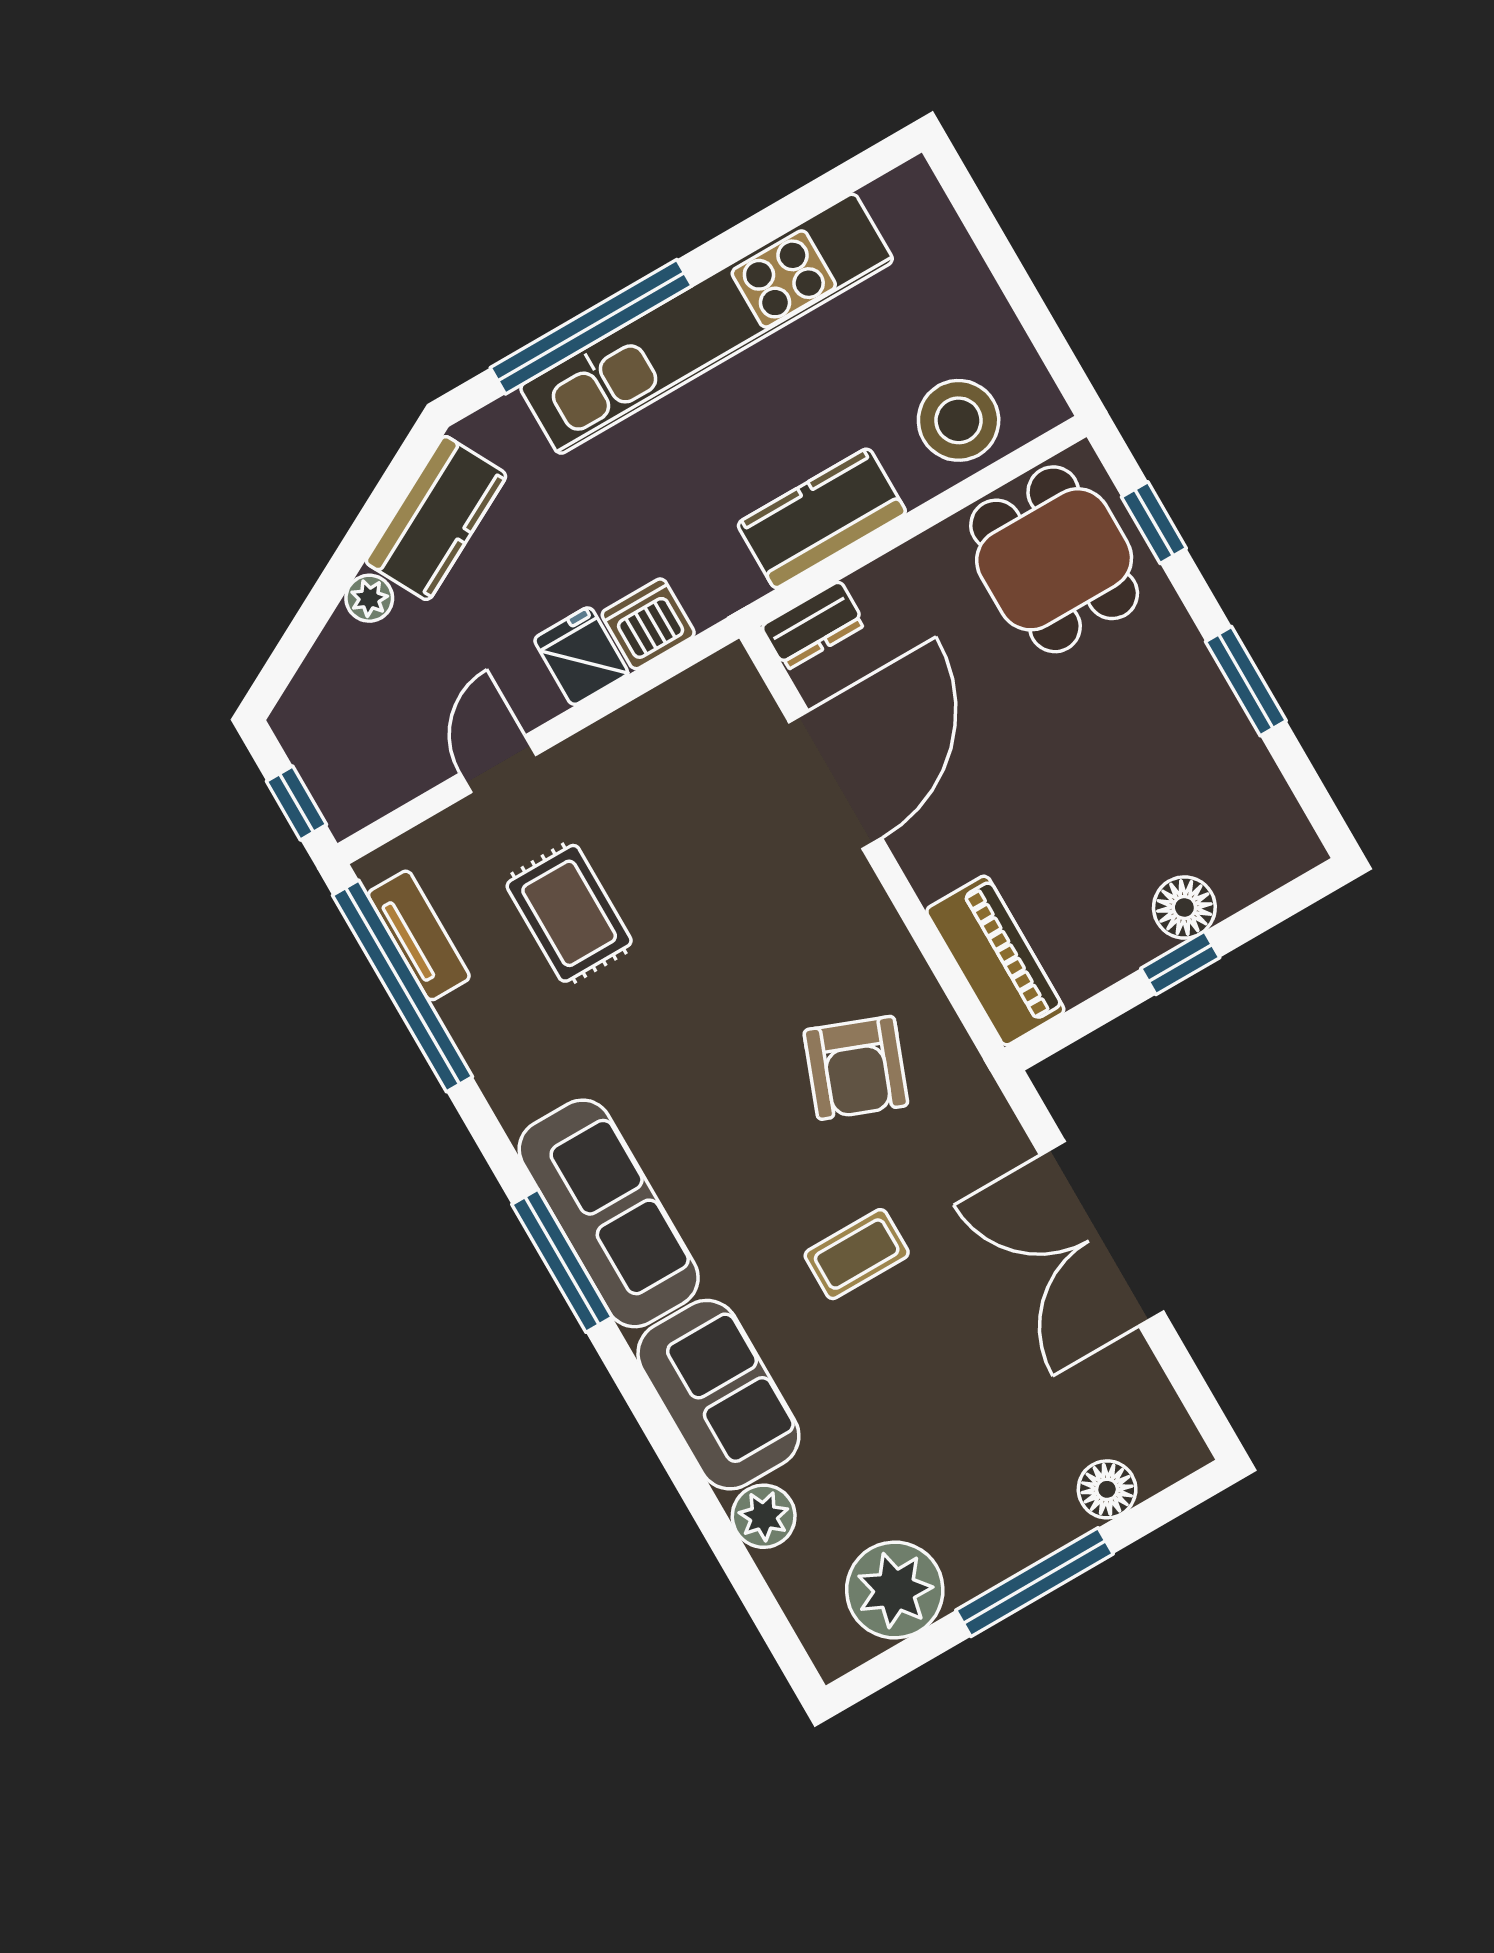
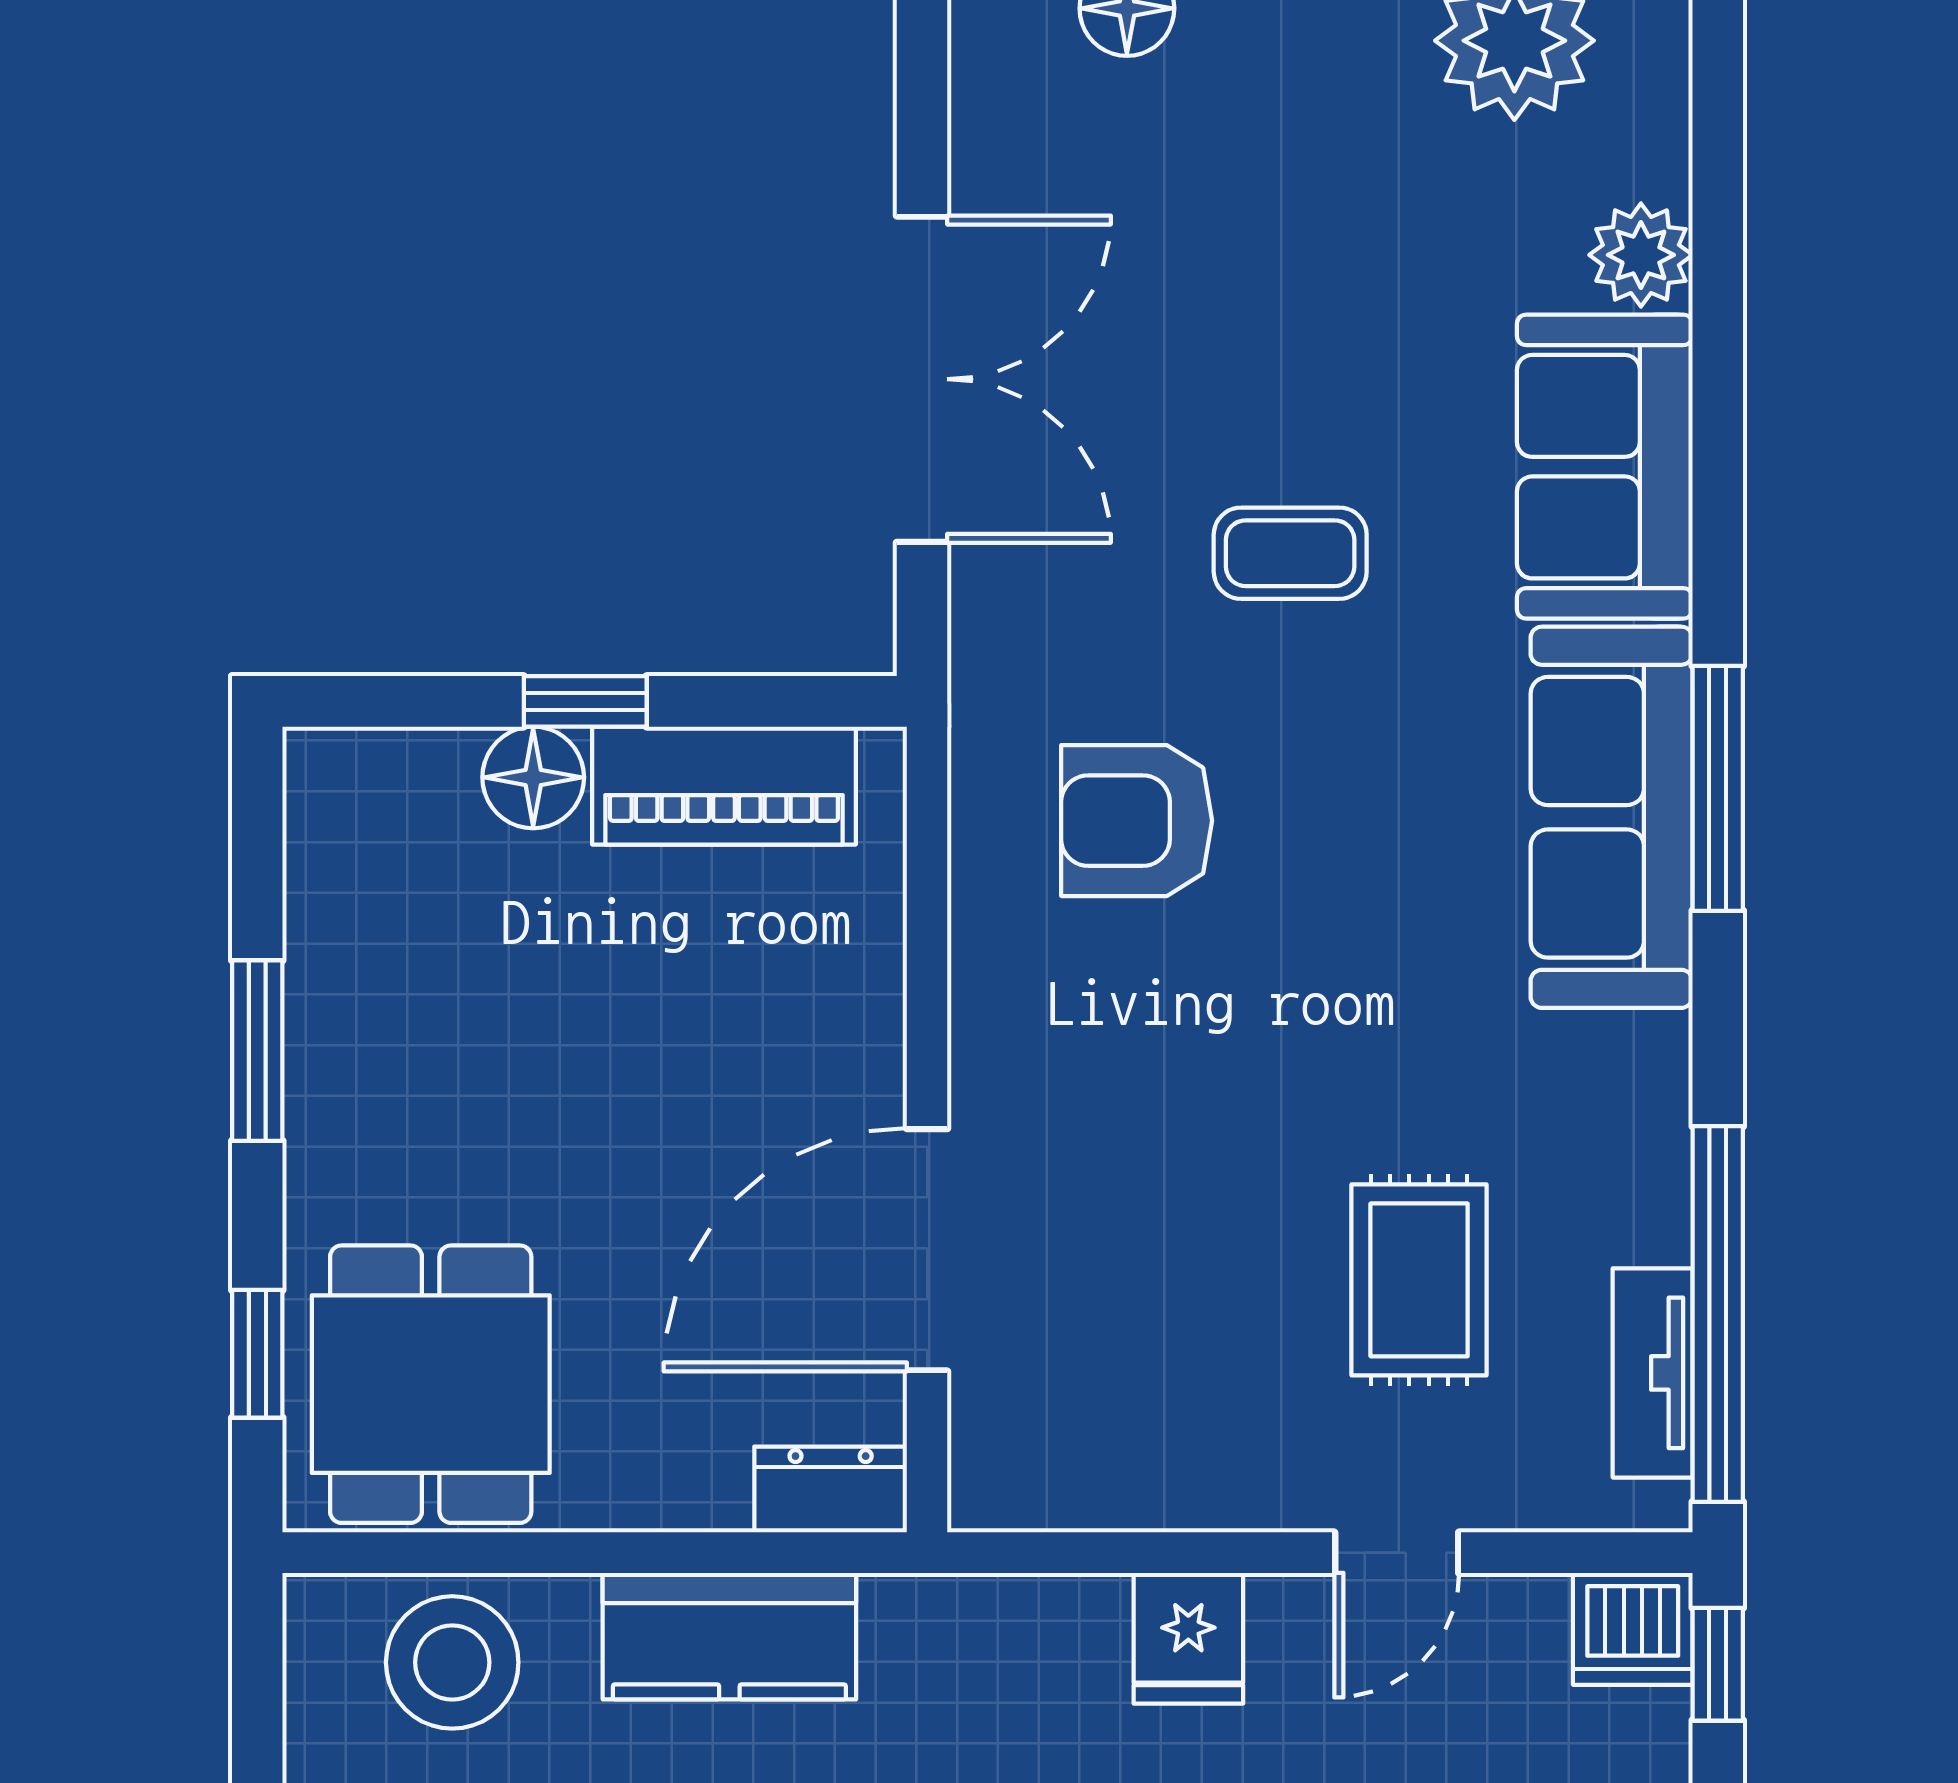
dishwasher: (648, 624) -> (1633, 1629), moved
piano: (995, 961) -> (724, 786), moved, turned -90
armchair: (856, 1068) -> (1137, 821), turned -111

